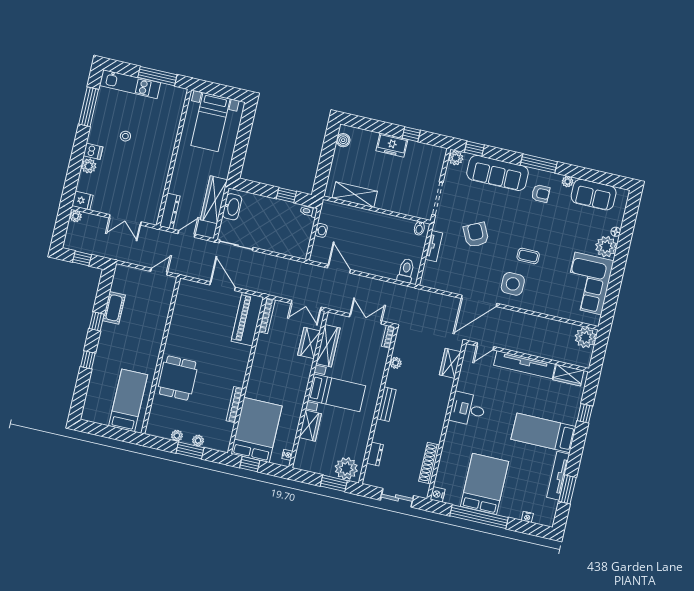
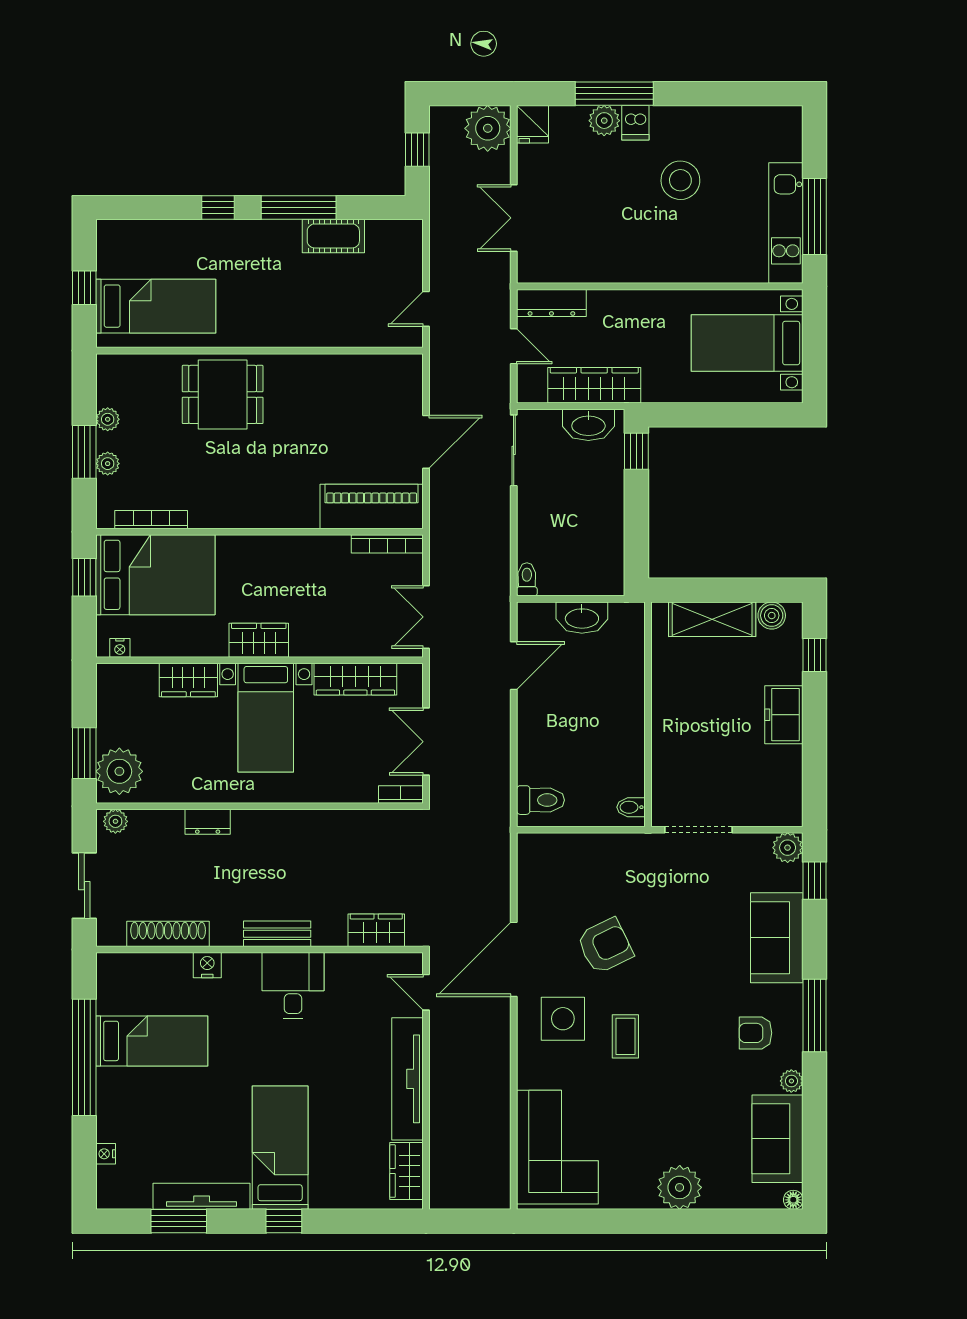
kitchen unit: (130, 84) -> (786, 223), moved
window: (89, 107) -> (614, 94), moved
window: (411, 134) -> (815, 655), moved
stool: (125, 136) -> (680, 180), width x1.89, depth x1.89
sofa: (498, 173) -> (777, 938), width x0.73
armchair: (541, 193) -> (756, 1033), turned 90
window: (286, 195) -> (636, 451), moved
shelving: (355, 195) -> (712, 619), moved, turned 90
toilet: (309, 211) -> (527, 579), moved
plant: (76, 216) -> (488, 128), width x1.87, depth x1.87
washbasin: (321, 230) -> (582, 618), width x1.91, depth x1.45
floor lamp: (616, 232) -> (793, 1200), moved
armchair: (476, 235) -> (605, 946), moved
tv unit: (434, 246) -> (602, 844), removed
door: (159, 272) -> (426, 309), swing flipped
corner sofa: (588, 283) -> (557, 1147), moved, turned 90
door: (479, 301) -> (514, 959), hinge flipped
double door: (366, 319) -> (426, 742), swing flipped
window: (97, 321) -> (299, 207), width x2.17
plant: (585, 338) -> (489, 1188), removed
wardrobe: (309, 343) -> (259, 640), moved
plant: (396, 363) -> (115, 821), moved
bench: (386, 404) -> (277, 934), moved
bookcase: (234, 405) -> (151, 520), moved
window: (585, 413) -> (284, 1221), moved
window: (112, 432) -> (84, 288), added
dresser: (375, 454) -> (208, 822), moved
bed: (484, 484) -> (152, 1041), width x0.67
nightstand: (438, 494) -> (207, 965), moved

